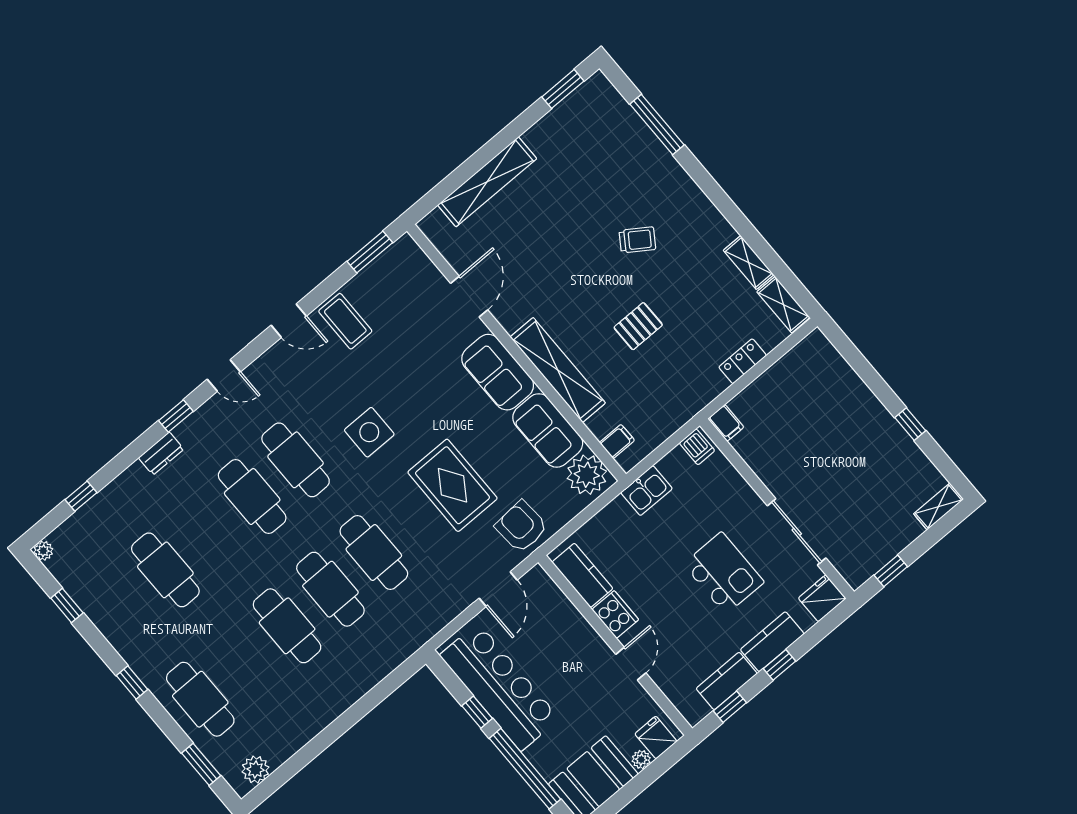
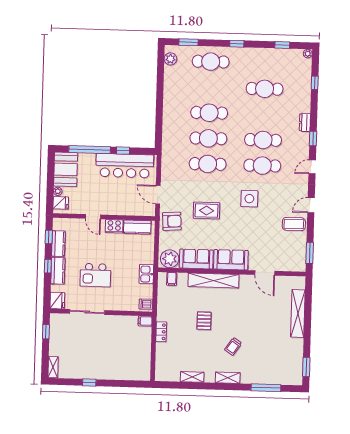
shelving: (783, 305) -> (228, 378), moved
locker: (743, 361) -> (161, 332), moved
rug: (452, 485) -> (207, 211), width x0.73, depth x0.70

